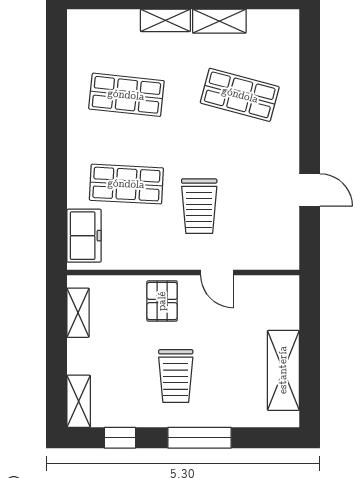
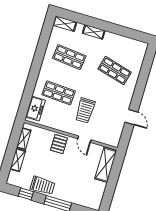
shelving: (219, 21) -> (65, 24), moved
shelving: (283, 370) -> (106, 165), moved
trolley: (176, 376) -> (43, 186), moved, turned -90
shelving: (79, 401) -> (18, 160), moved

